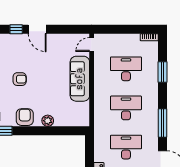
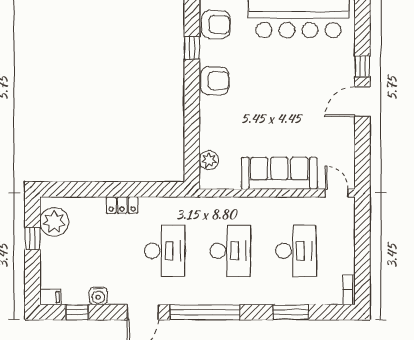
armchair: (20, 79) -> (279, 72), removed
plant: (48, 121) -> (209, 160), moved
window: (163, 123) -> (205, 312), width x1.46

